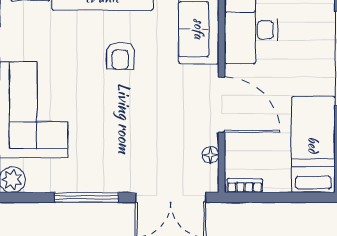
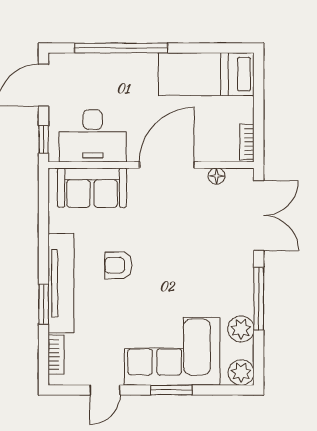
armchair: (120, 56) -> (118, 265), turned 180
plant: (56, 179) -> (241, 329), added

